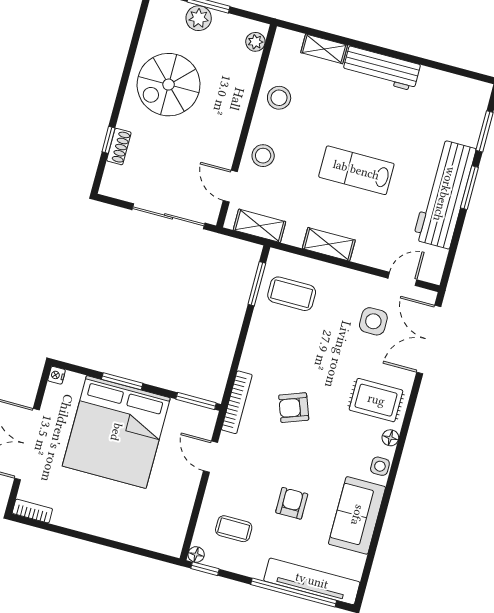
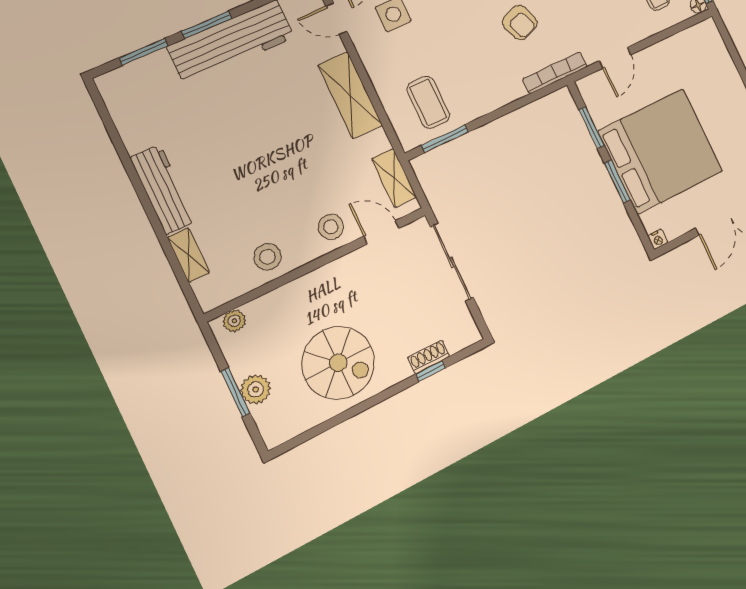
lab bench: (356, 170) -> (275, 135), removed
door: (230, 186) -> (381, 232), swing flipped
shelving: (329, 244) -> (350, 95), width x1.50, depth x1.33
window: (196, 401) -> (592, 128), moved

